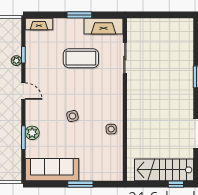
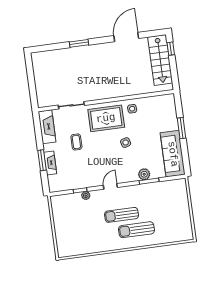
window: (79, 15) -> (42, 160), moved
fireplace: (39, 24) -> (50, 163), moved
coffee table: (81, 58) -> (76, 142), width x0.54, depth x0.58
rug: (104, 97) -> (106, 118), added

